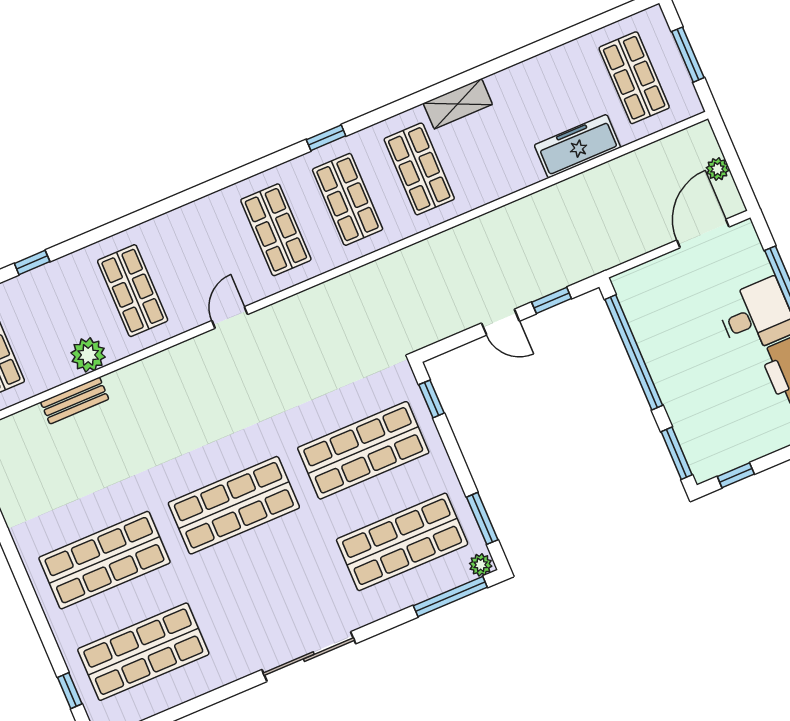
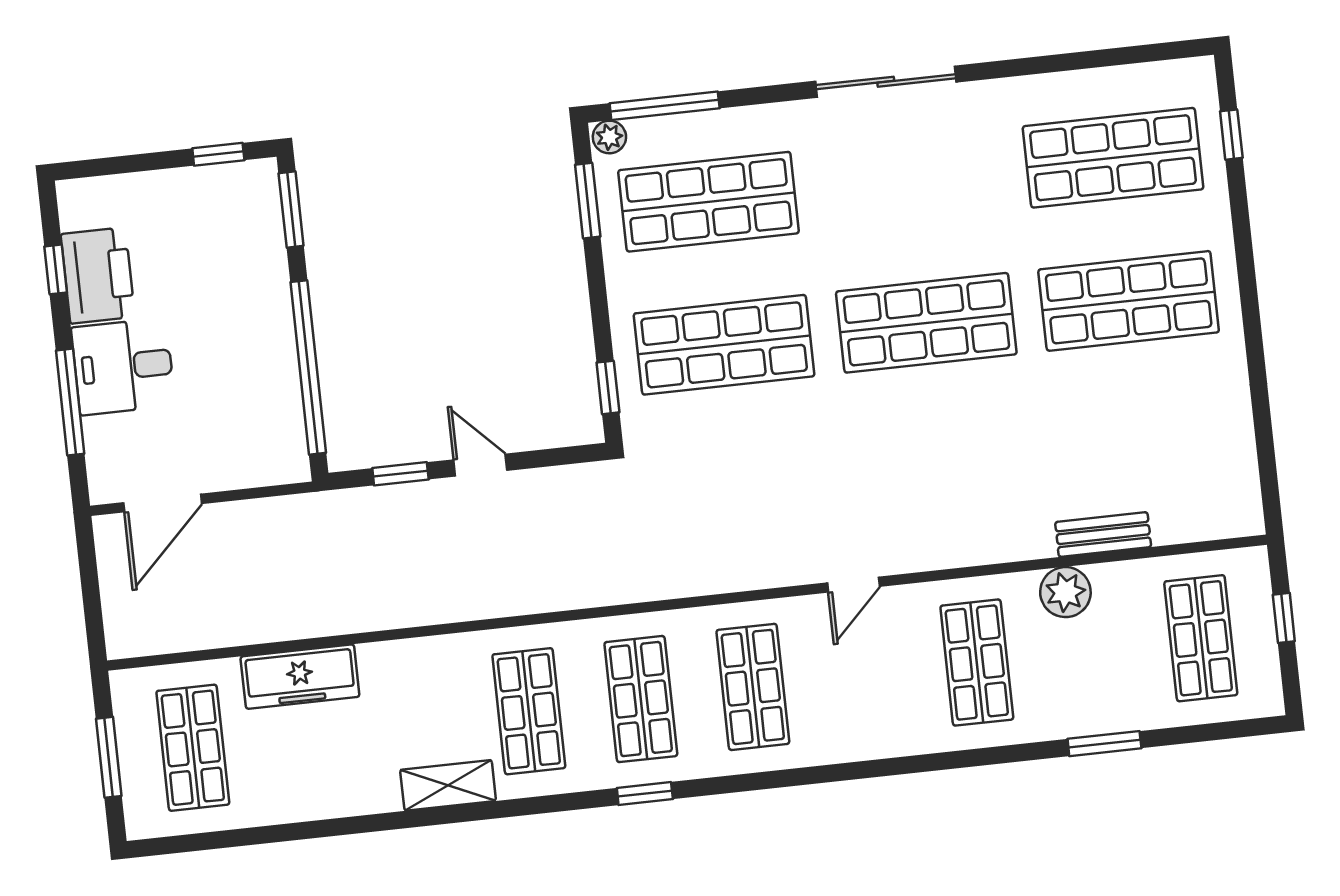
plant: (717, 169) -> (116, 586), removed
window: (32, 263) -> (1104, 744), width x1.50

